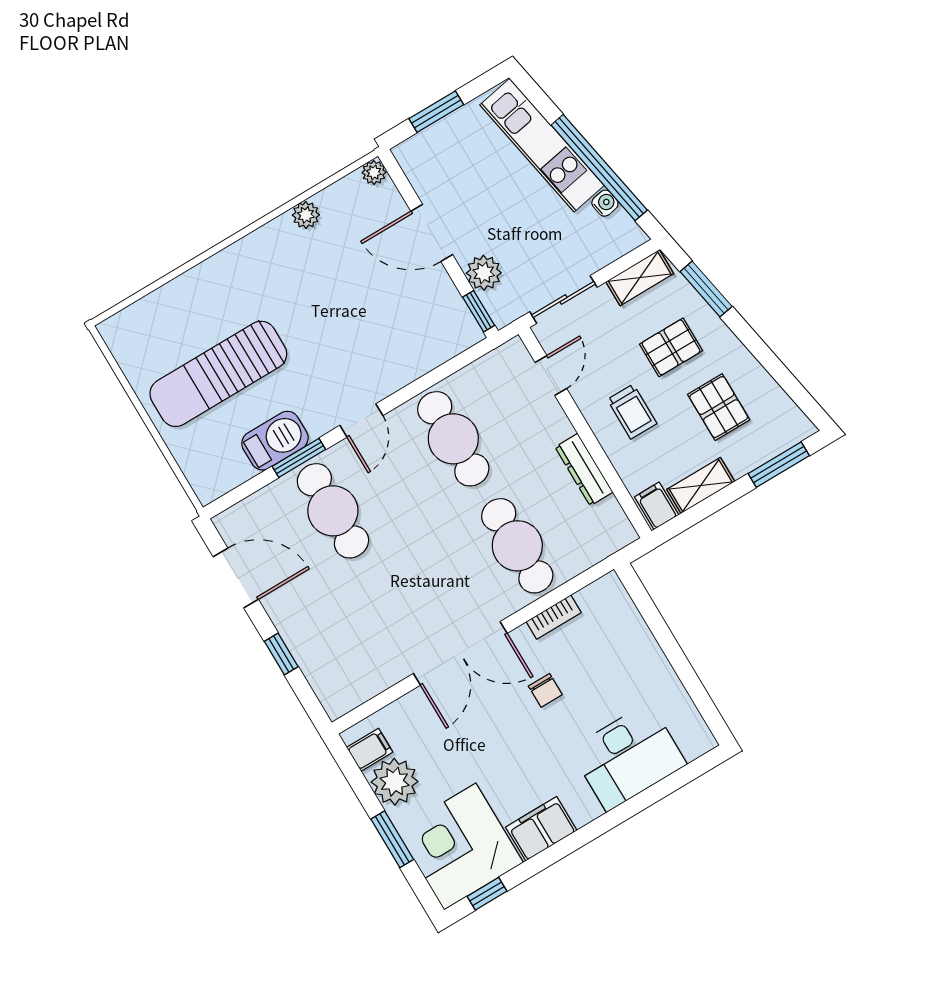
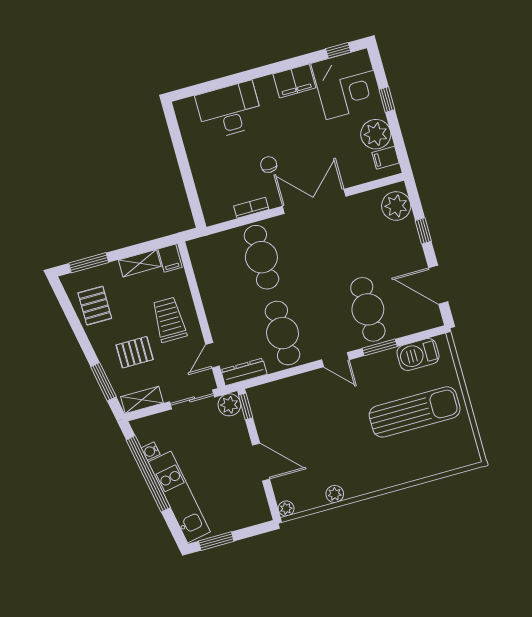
window: (436, 112) -> (216, 541), moved
plant: (484, 273) -> (229, 405), moved
pallet: (719, 407) -> (95, 306), moved
trolley: (632, 412) -> (169, 320), width x1.36, depth x1.39
door: (361, 420) -> (335, 360), swing flipped
barbecue: (275, 441) -> (418, 354), moved
dresser: (584, 470) -> (244, 372), moved, turned -90
plant: (333, 681) -> (396, 206), added
window: (392, 839) -> (387, 99), width x0.67

